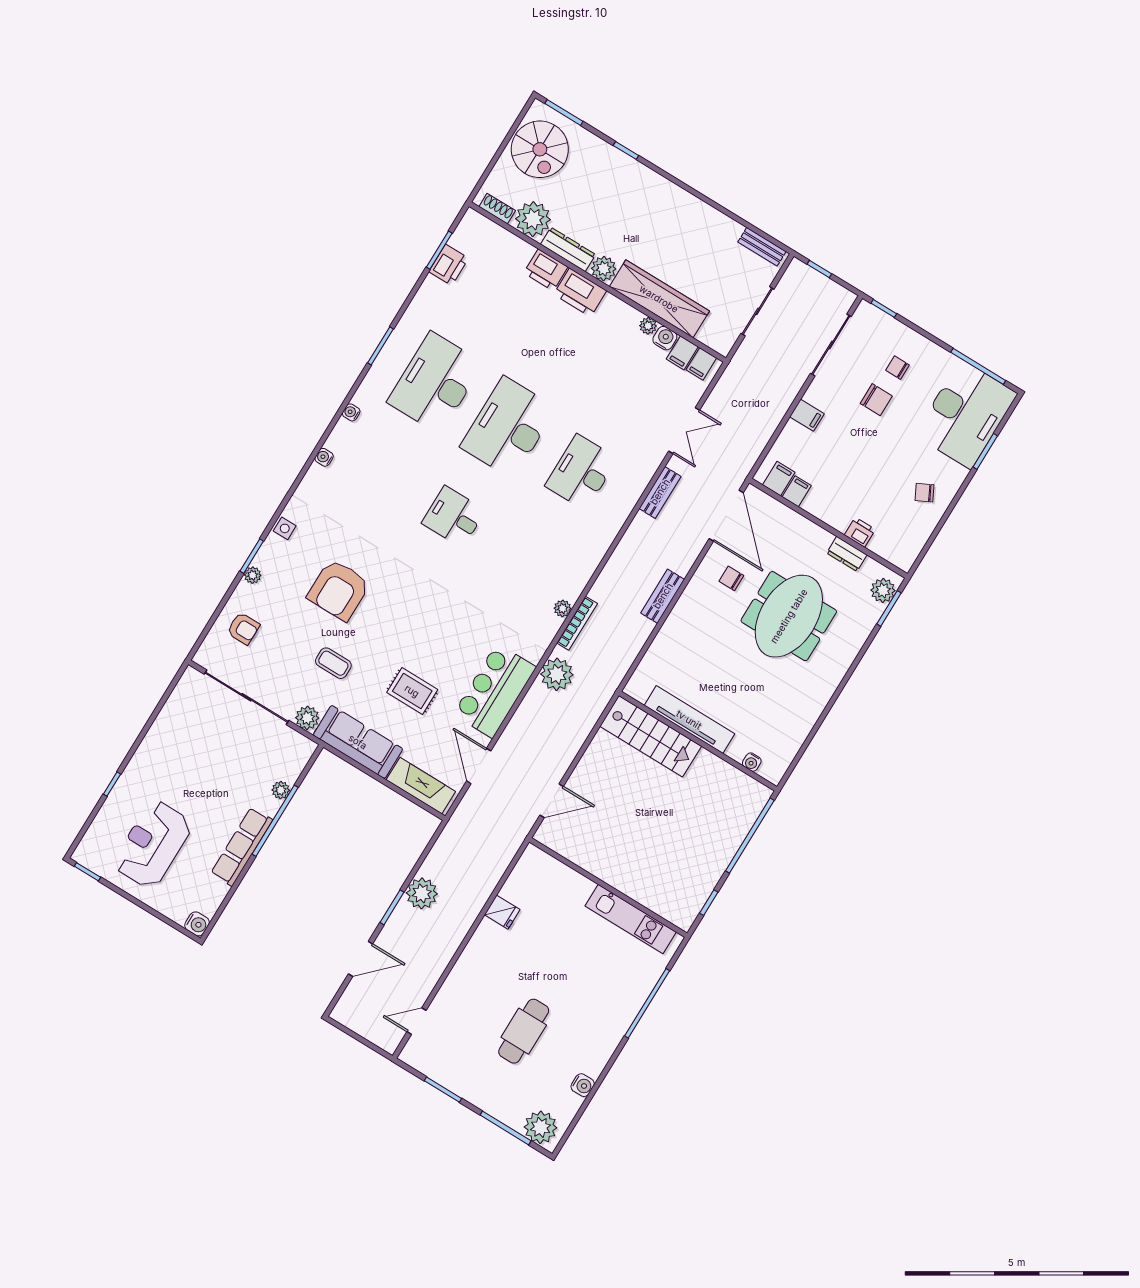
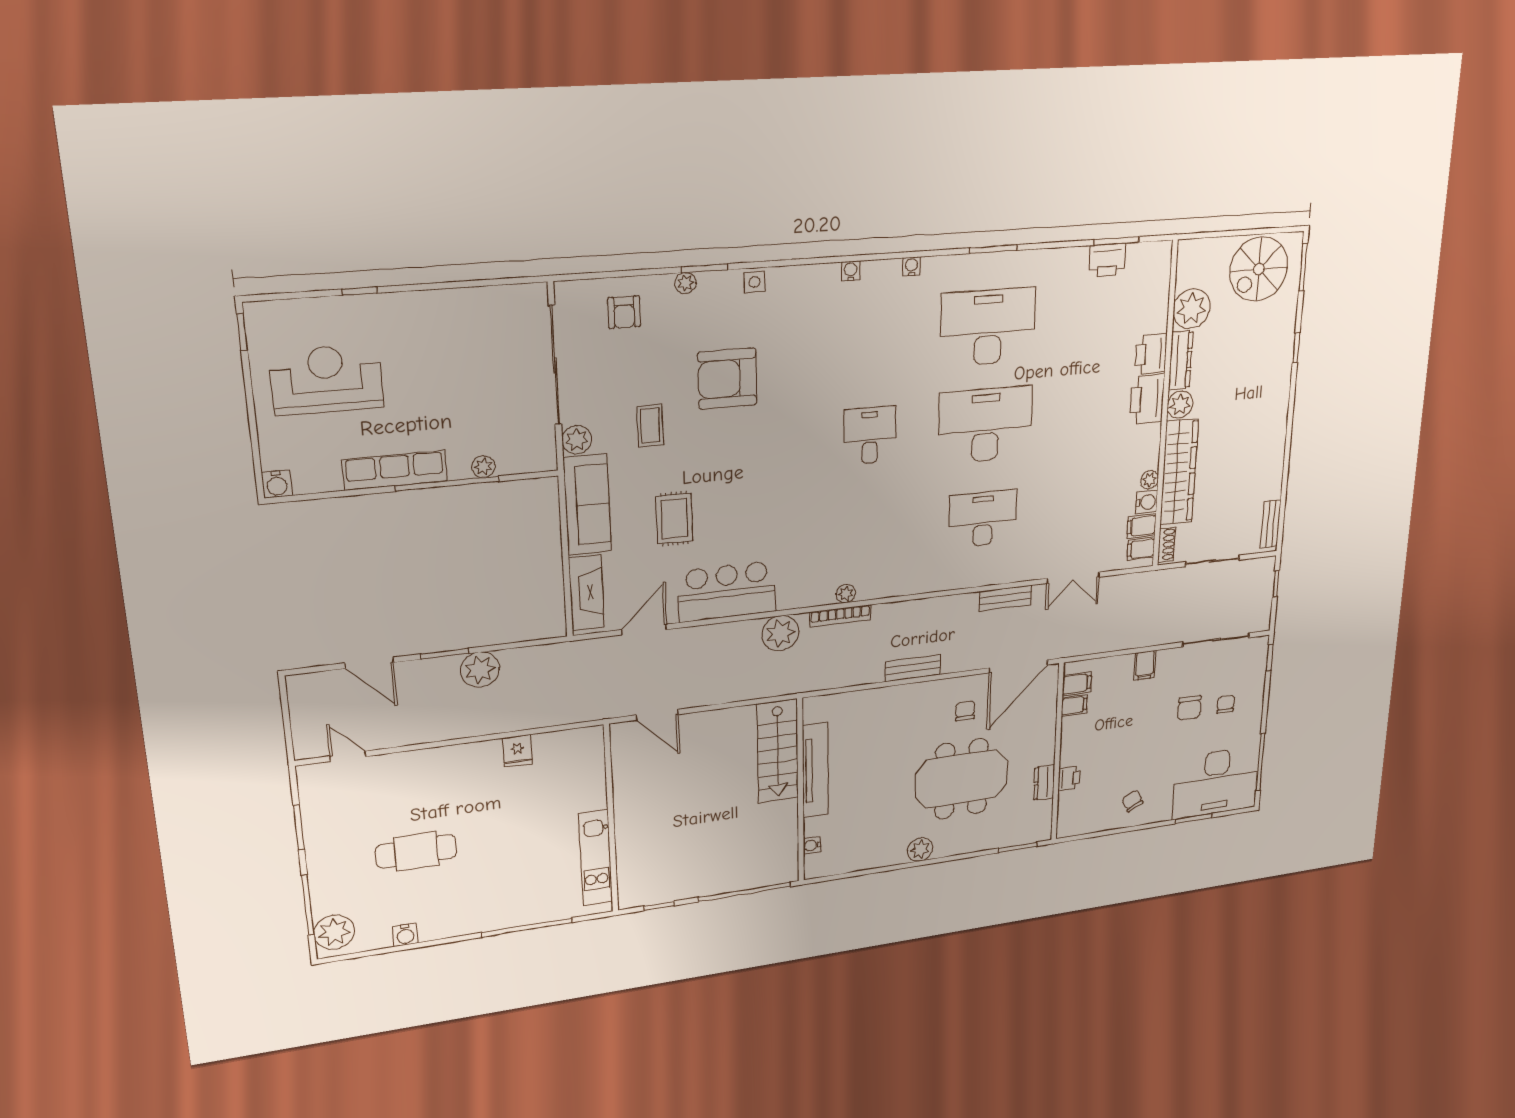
shoe rack: (497, 209) -> (1167, 545), moved
plant: (883, 590) -> (920, 849), moved

